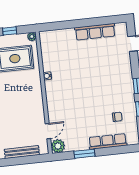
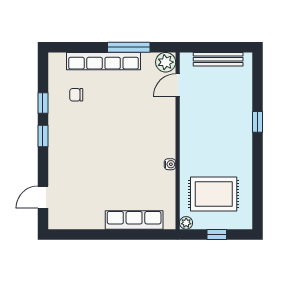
row of seats: (95, 32) -> (134, 220), moved
row of seats: (108, 141) -> (104, 61), width x1.36
window: (84, 154) -> (129, 47), width x1.44

